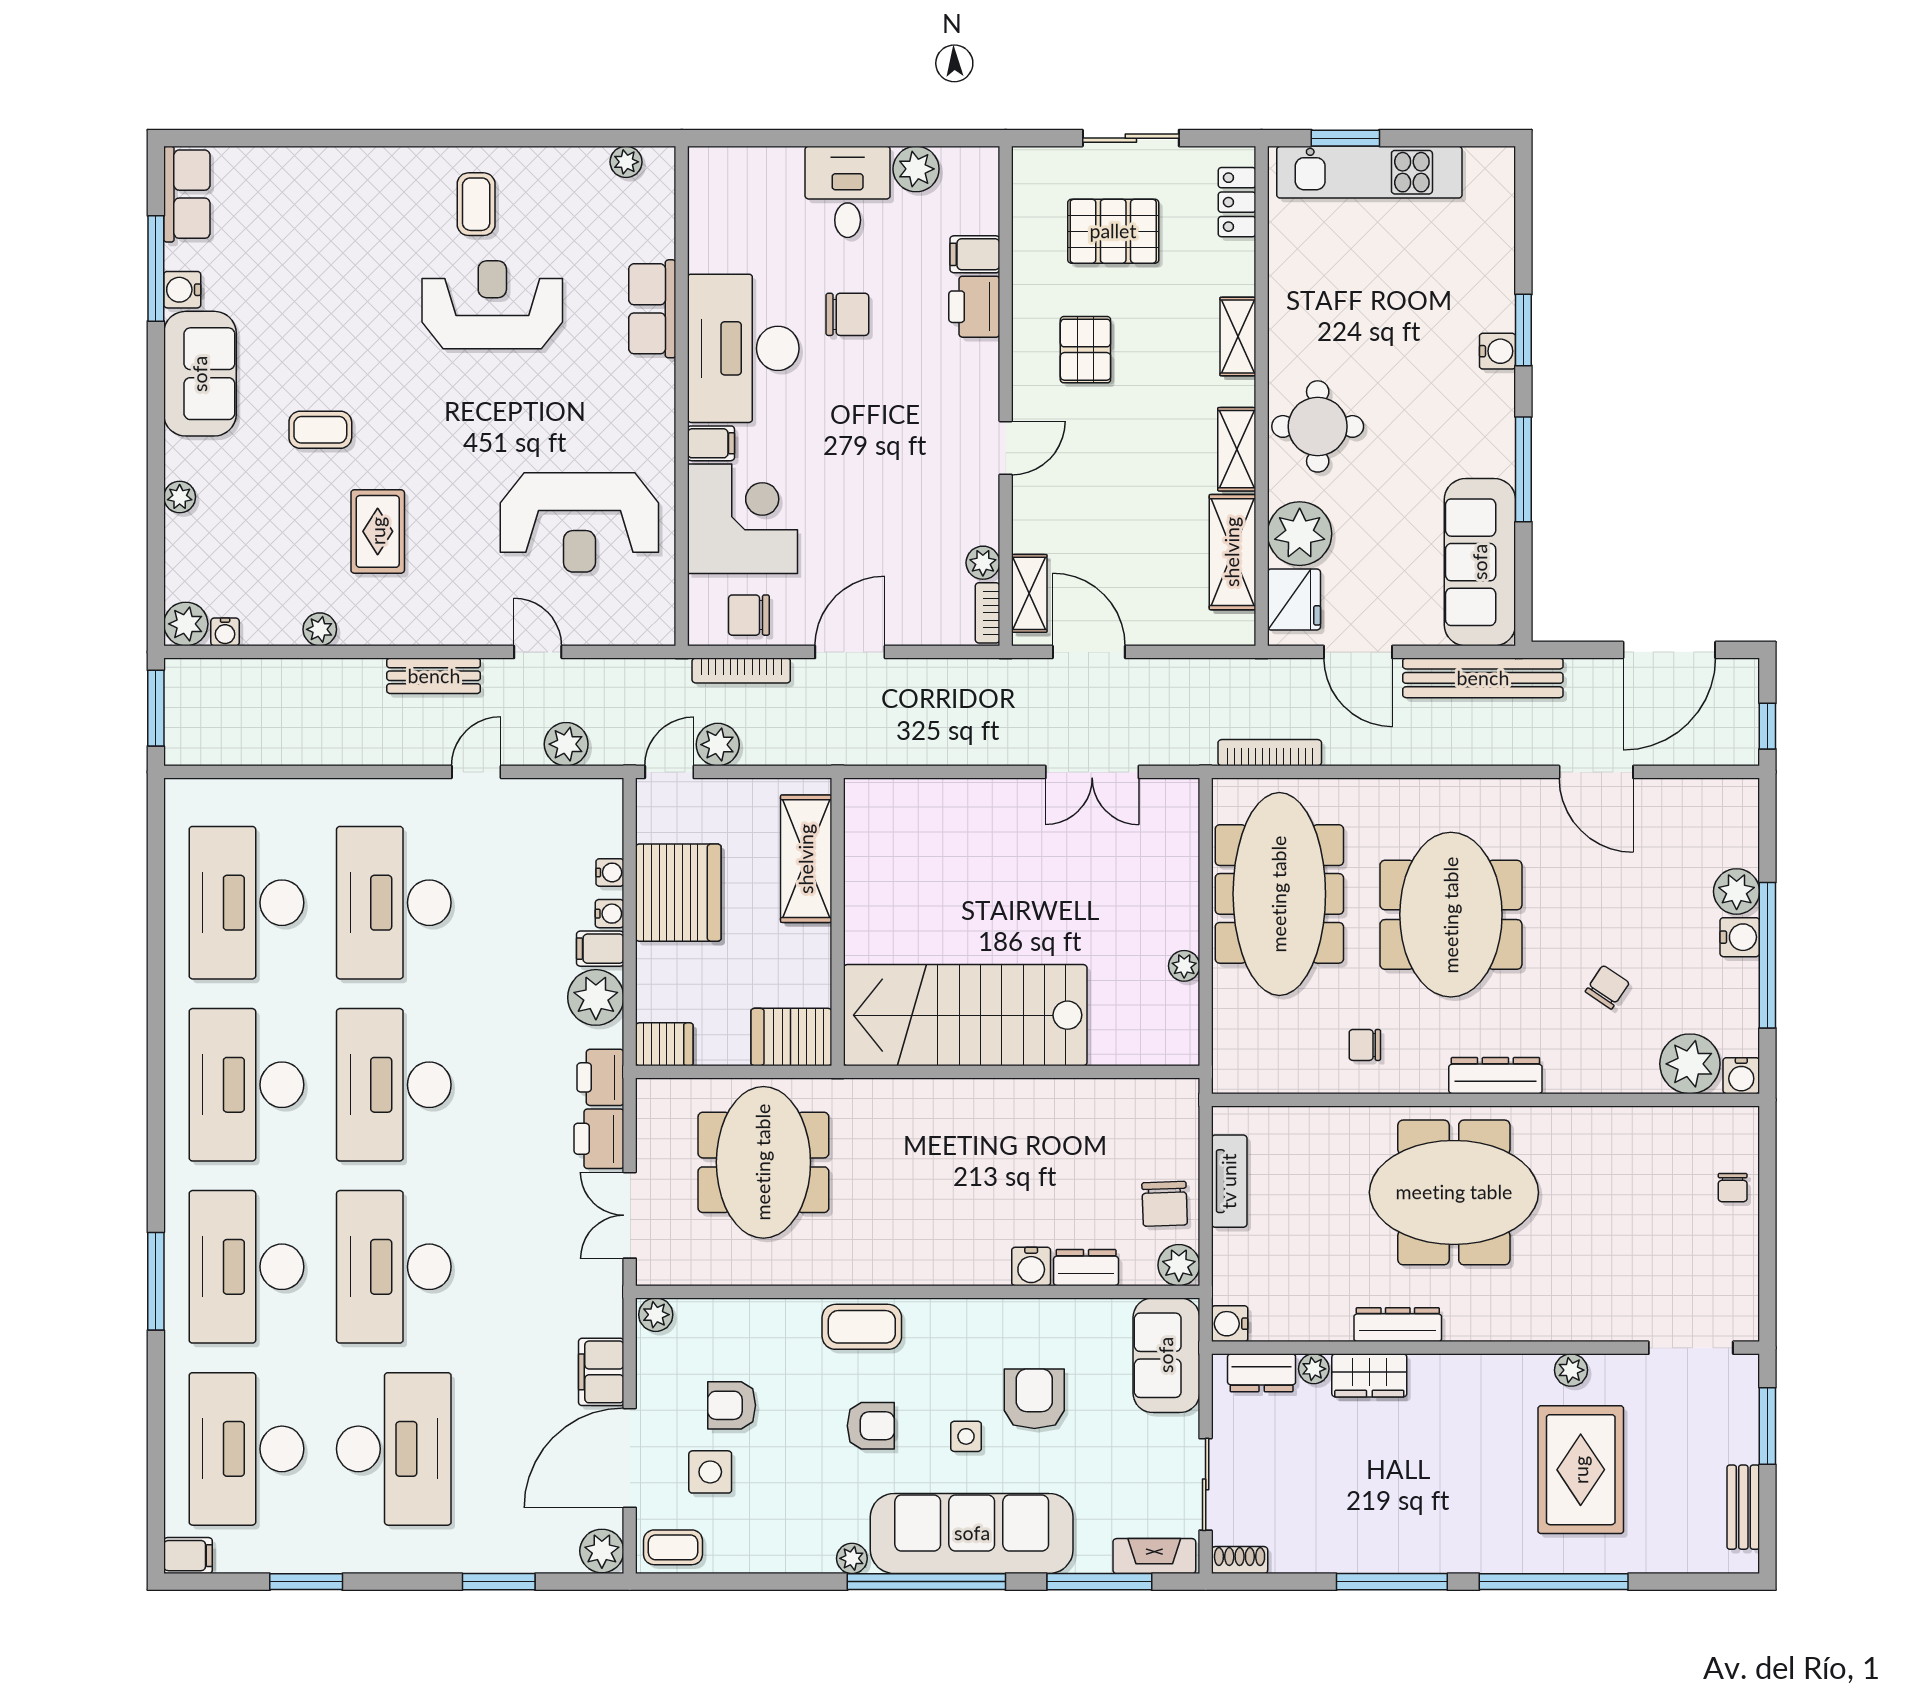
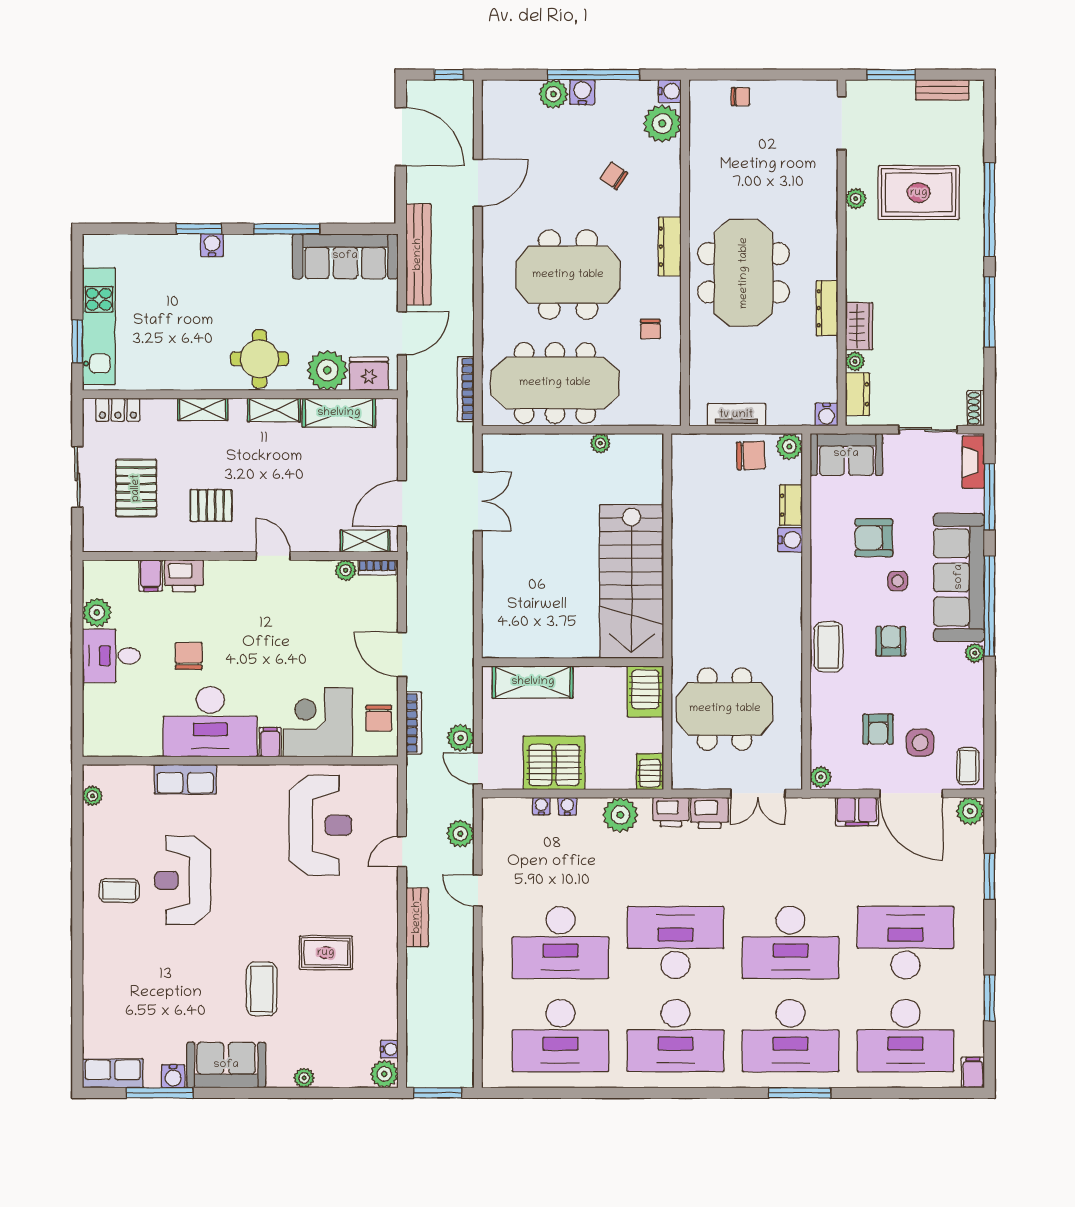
coffee table: (320, 430) -> (262, 989), width x1.36, depth x1.30
plant: (320, 629) -> (388, 989), removed
filing cabinet: (600, 949) -> (589, 812), removed
desk: (394, 1085) -> (675, 943), turned 180

